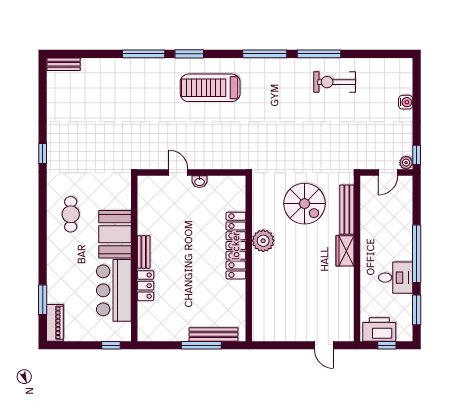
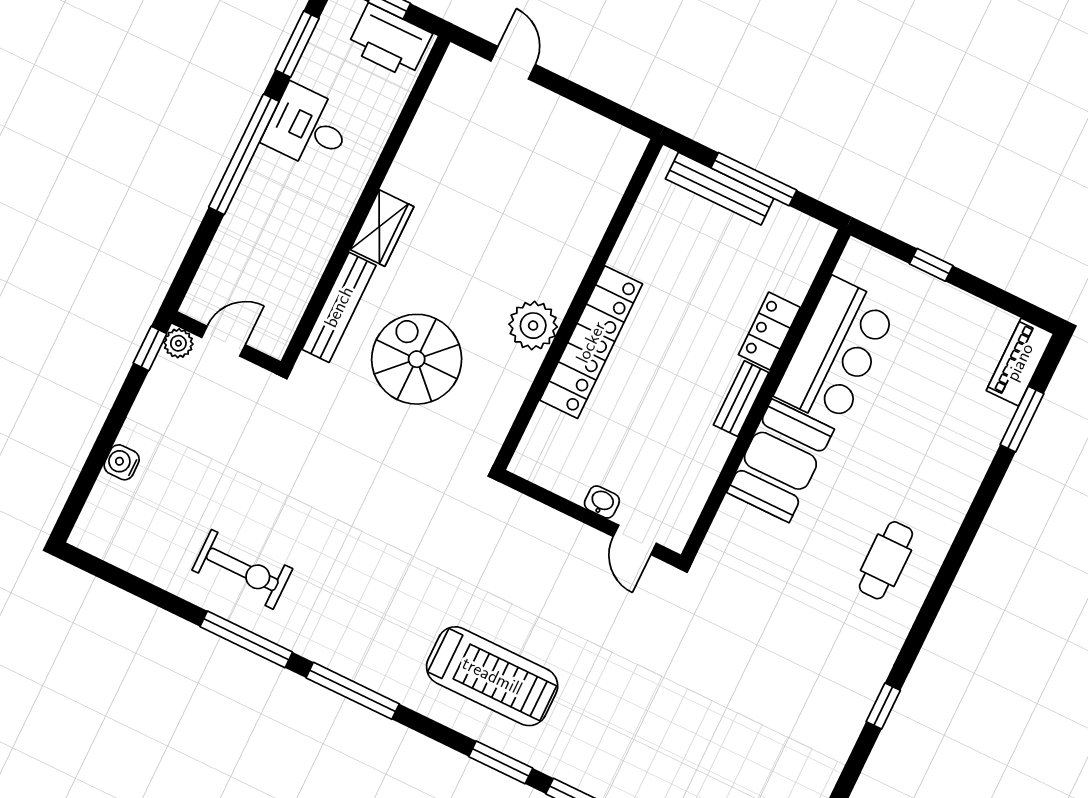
booth: (115, 234) -> (780, 461), moved
bench: (144, 252) -> (741, 399), moved
wall: (134, 258) -> (766, 395), moved
locker: (145, 286) -> (769, 331), moved
bar counter: (114, 290) -> (836, 352), moved

